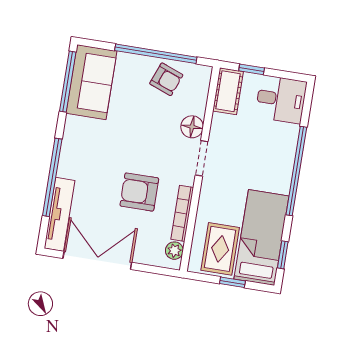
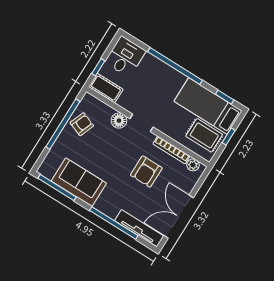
sofa: (91, 82) -> (79, 182), moved

